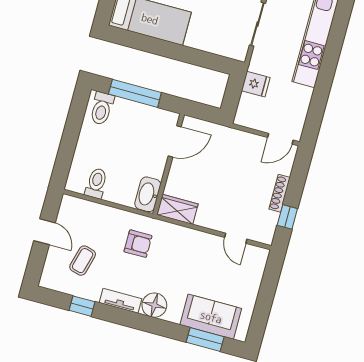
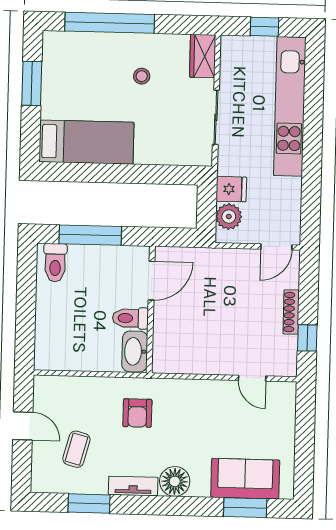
plant: (248, 105) -> (229, 217), added
toilet: (96, 183) -> (130, 318), moved, turned -90
wardrobe: (177, 209) -> (174, 361), removed
armchair: (138, 244) -> (137, 413), turned 90
window: (82, 306) -> (89, 503), width x1.50

